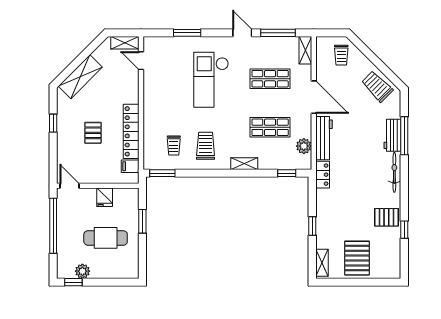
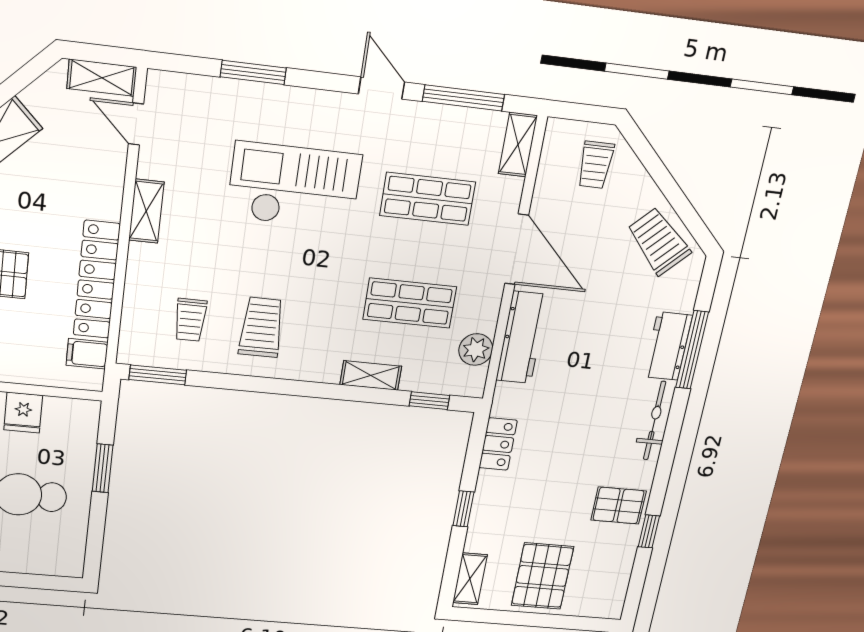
checkout: (211, 80) -> (294, 186), turned 90
shelving: (149, 98) -> (146, 211), added
shelving: (244, 164) -> (371, 375), moved
locker: (323, 175) -> (498, 444), moved

